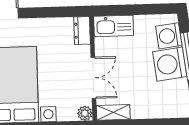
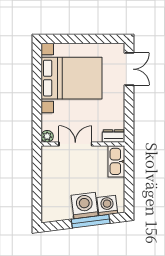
double door: (93, 78) -> (75, 144), swing flipped
shelving: (113, 112) -> (47, 159), removed

